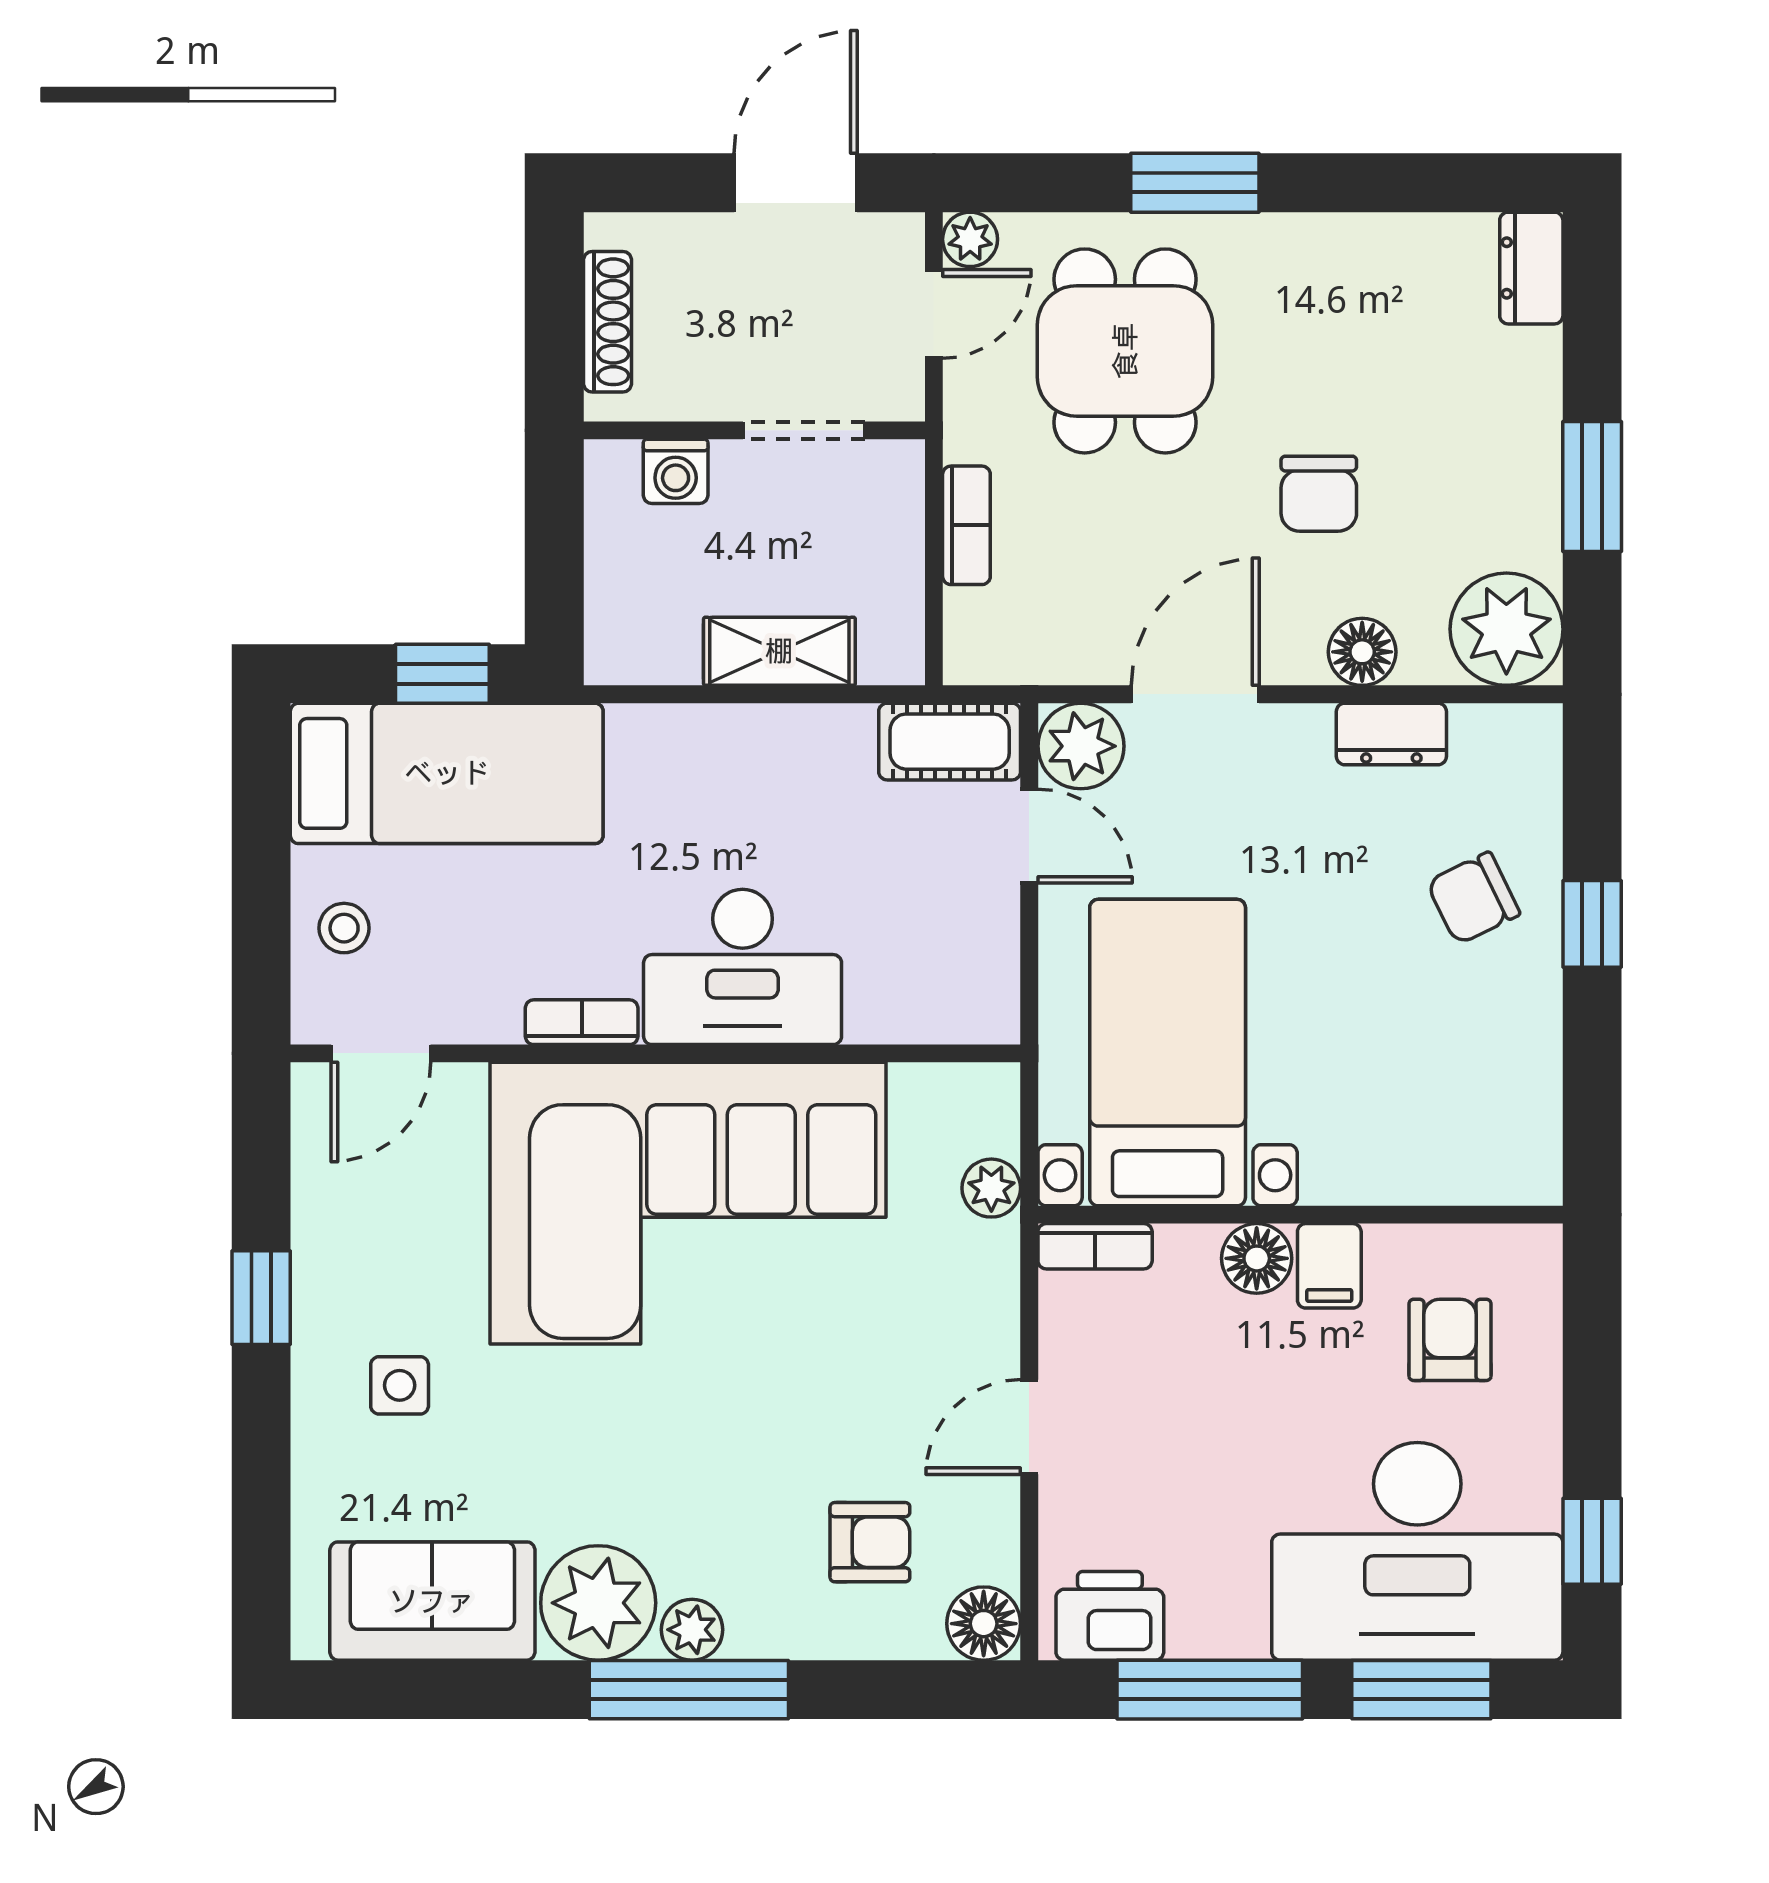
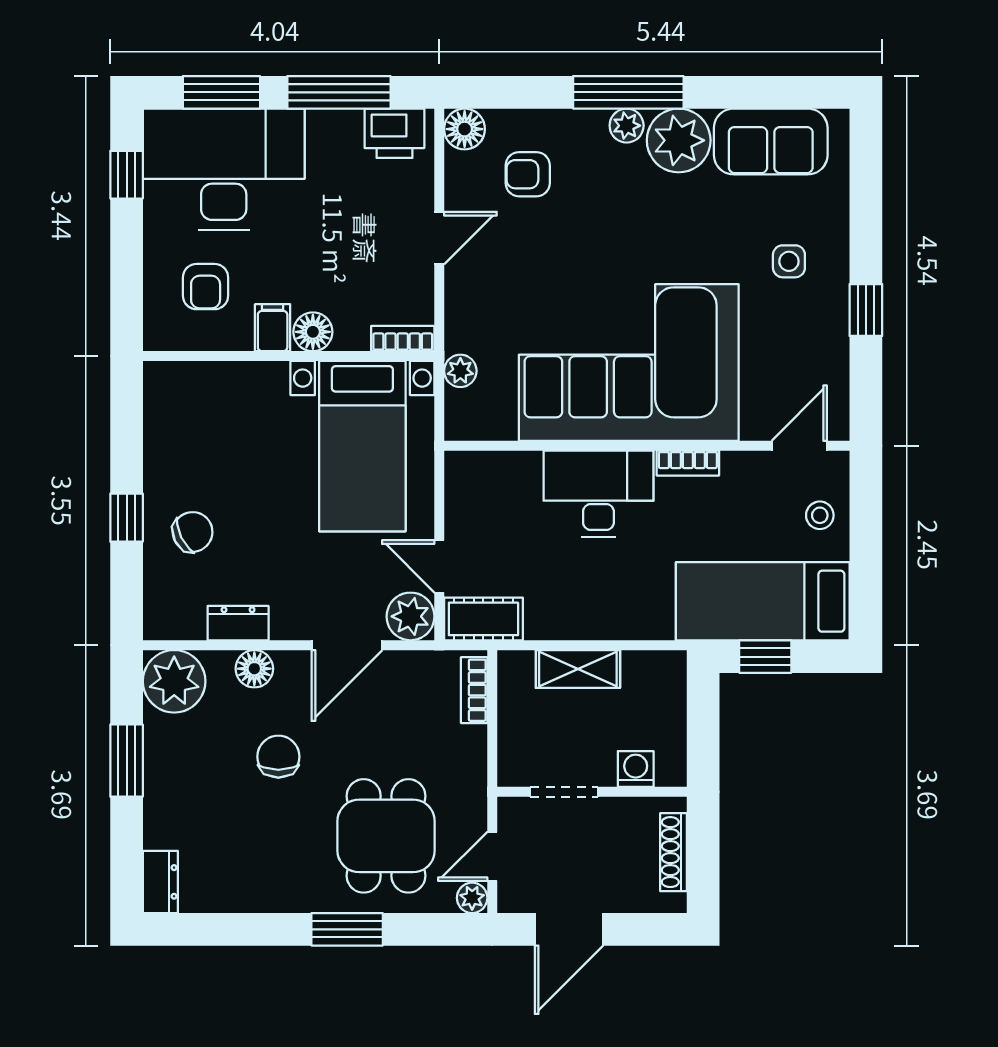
bookcase: (966, 525) -> (474, 690), moved

